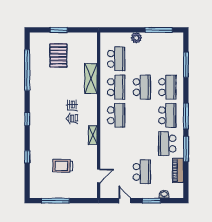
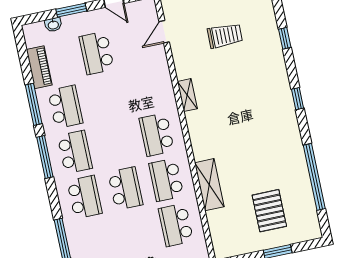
school desk: (142, 87) -> (125, 188), turned 180
school desk: (167, 87) -> (85, 197), turned 180
school desk: (167, 115) -> (75, 152), turned 180

